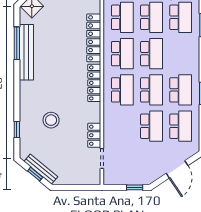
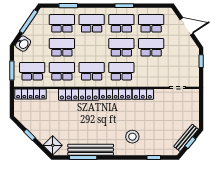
school desk: (151, 54) -> (92, 23), moved
stool: (51, 120) -> (132, 137), moved
locker: (94, 135) -> (143, 94), moved

